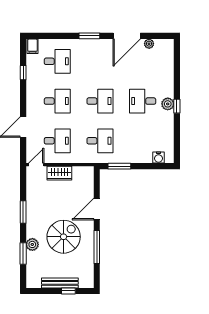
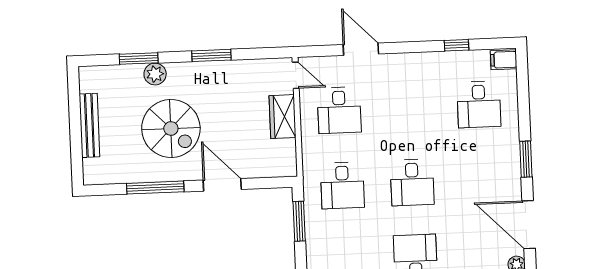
desk: (57, 101) -> (409, 107), removed
window: (68, 291) -> (76, 141), removed

